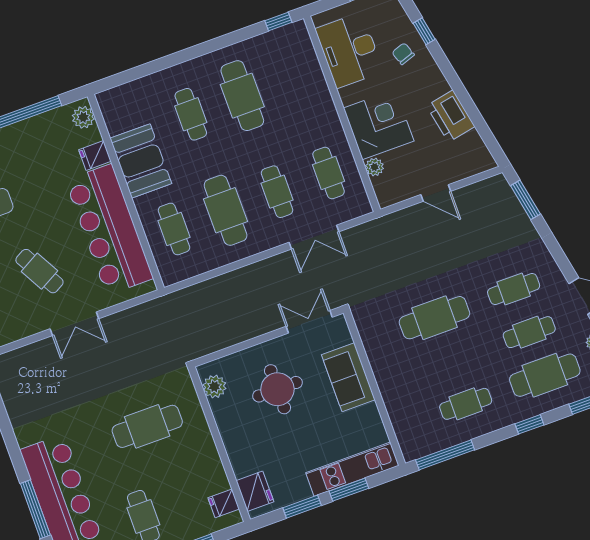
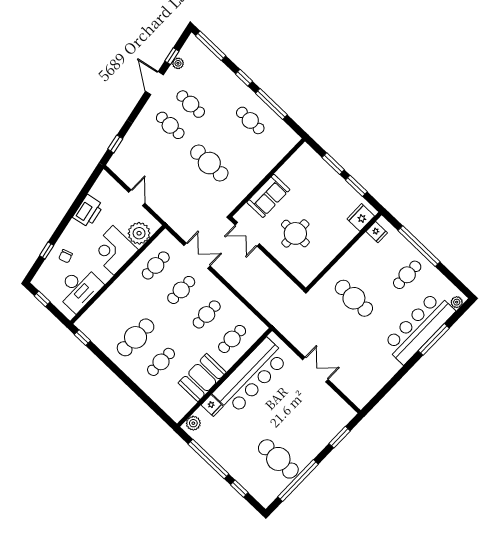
plant: (374, 167) -> (139, 233), width x1.88, depth x1.88
window: (525, 200) -> (115, 144), width x0.67
cafe table: (226, 210) -> (207, 314), width x0.73, depth x0.74
cafe table: (39, 271) -> (295, 405), removed
cafe table: (545, 375) -> (211, 83), removed
plant: (214, 387) -> (312, 271), removed
window: (445, 455) -> (271, 104), moved
kitchen unit: (352, 469) -> (320, 167), removed

